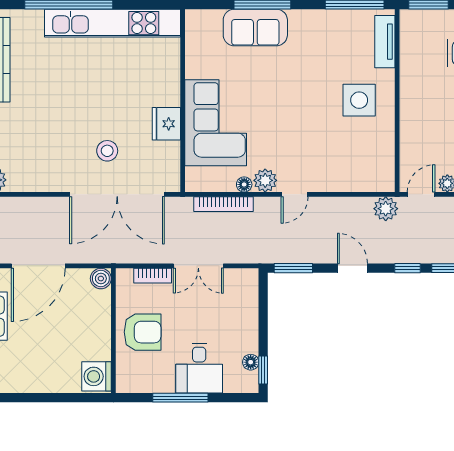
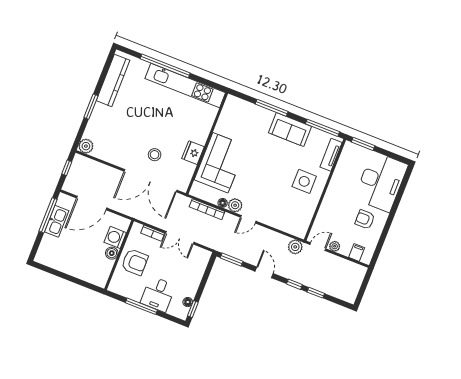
sofa: (255, 27) -> (290, 130), moved
boiler: (101, 279) -> (112, 253), moved
washing machine: (97, 376) -> (115, 237), moved

